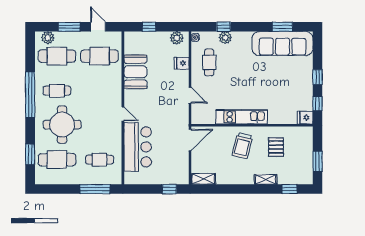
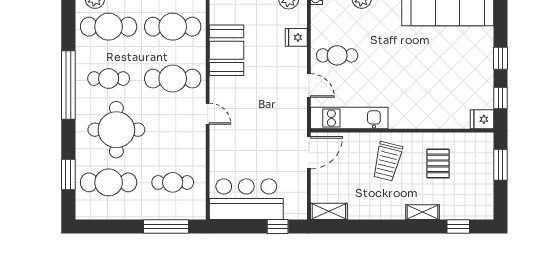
cafe table: (209, 62) -> (337, 55), moved, turned 90
cafe table: (100, 91) -> (173, 79), added
kitchen unit: (241, 117) -> (349, 118), moved
bar counter: (138, 147) -> (246, 199), moved, turned -90
window: (318, 161) -> (501, 165), moved

